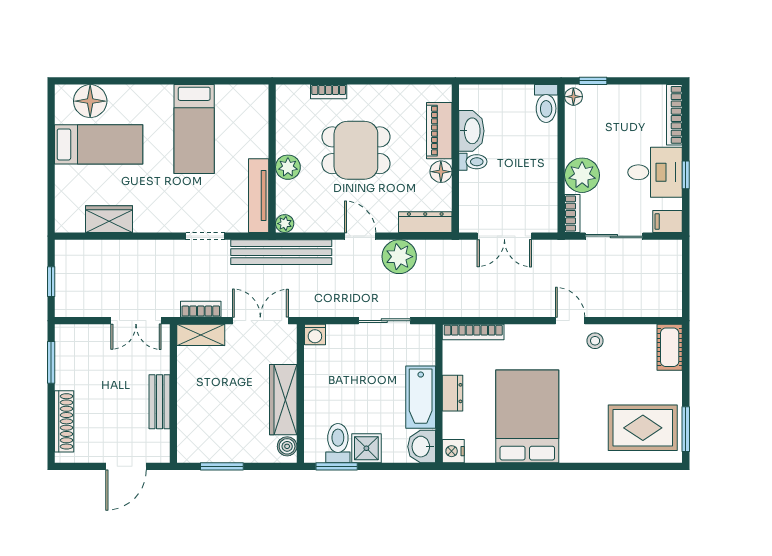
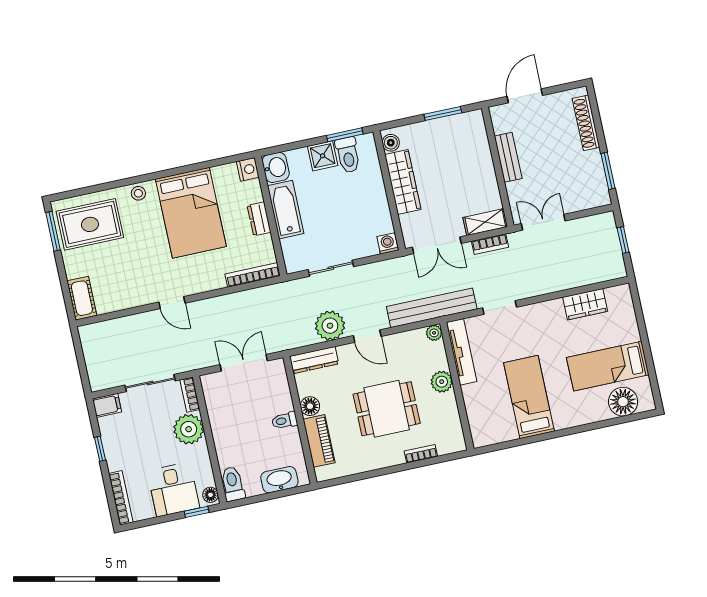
washbasin: (471, 131) -> (279, 480), moved, turned 90
desk: (655, 172) -> (173, 489), moved, turned -90
stool: (595, 341) -> (138, 193), moved

